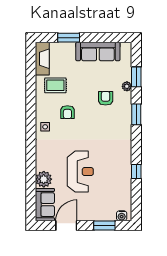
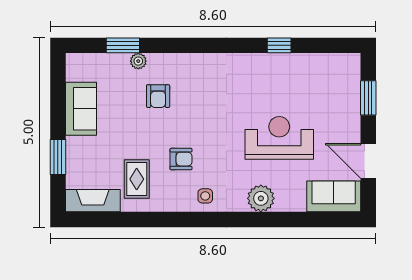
sofa: (98, 52) -> (81, 109), width x0.73
armchair: (106, 98) -> (158, 96), turned -90
window: (136, 114) -> (185, 45), removed
plant: (44, 179) -> (261, 198), moved
water cooler: (122, 216) -> (352, 70), removed

